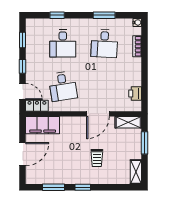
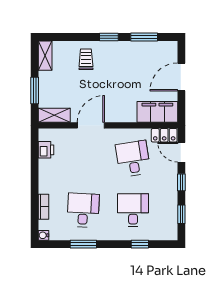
trolley: (97, 158) -> (86, 59), moved

